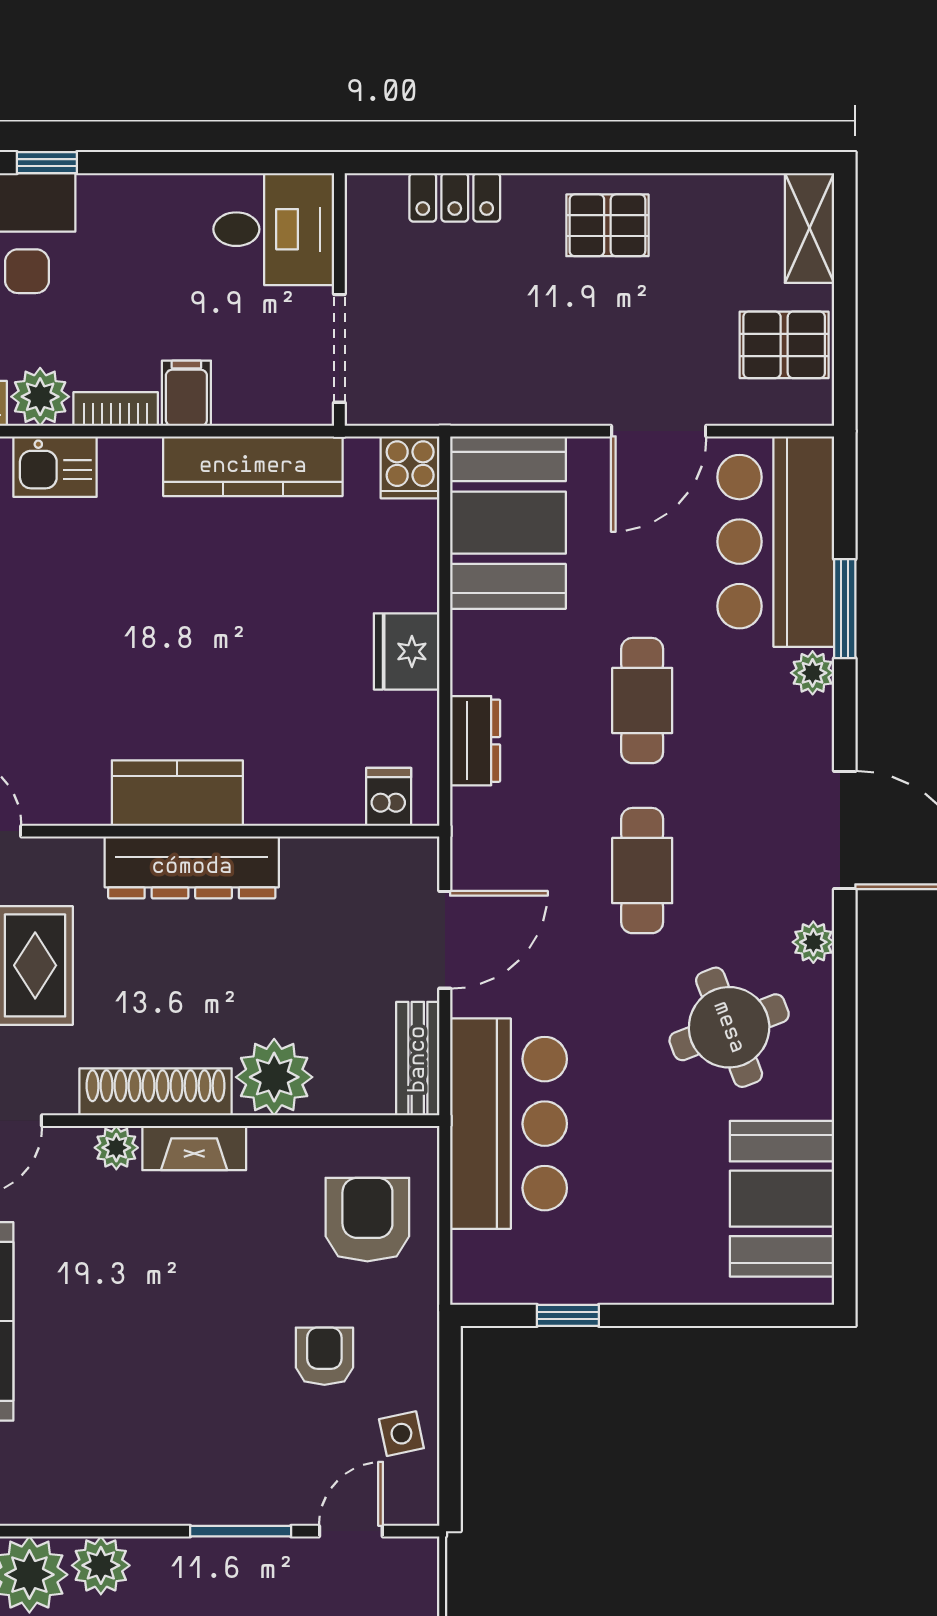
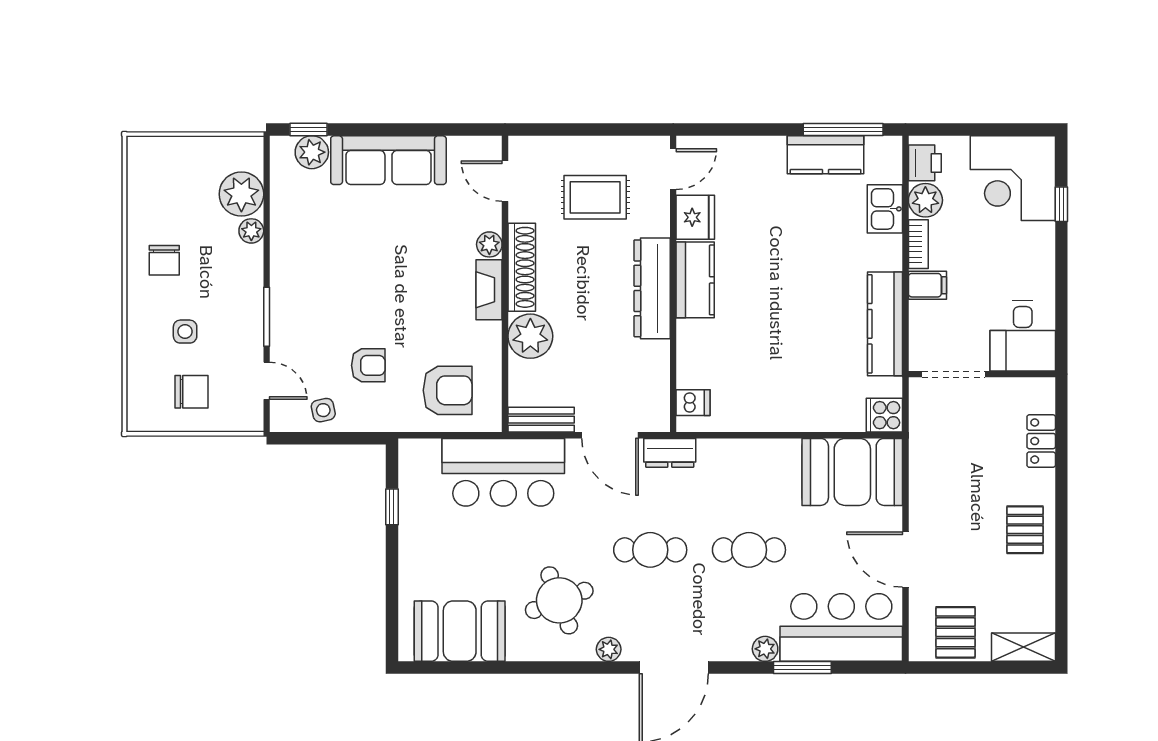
fridge: (407, 651) -> (695, 217), moved, turned 90
dresser: (475, 741) -> (670, 453), moved
plant: (101, 1565) -> (251, 231), width x0.73, depth x0.73

